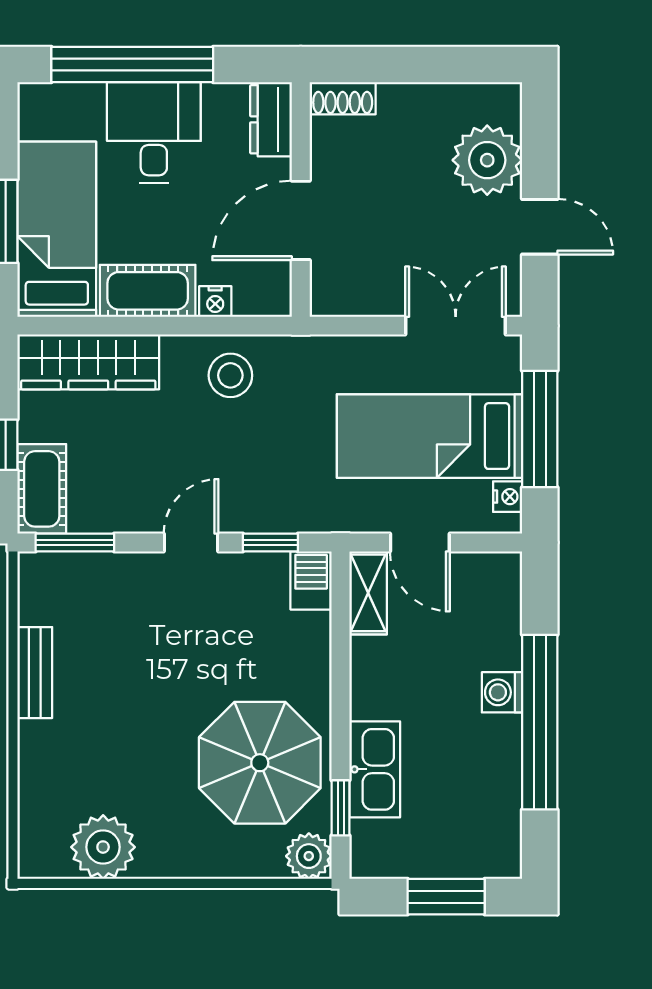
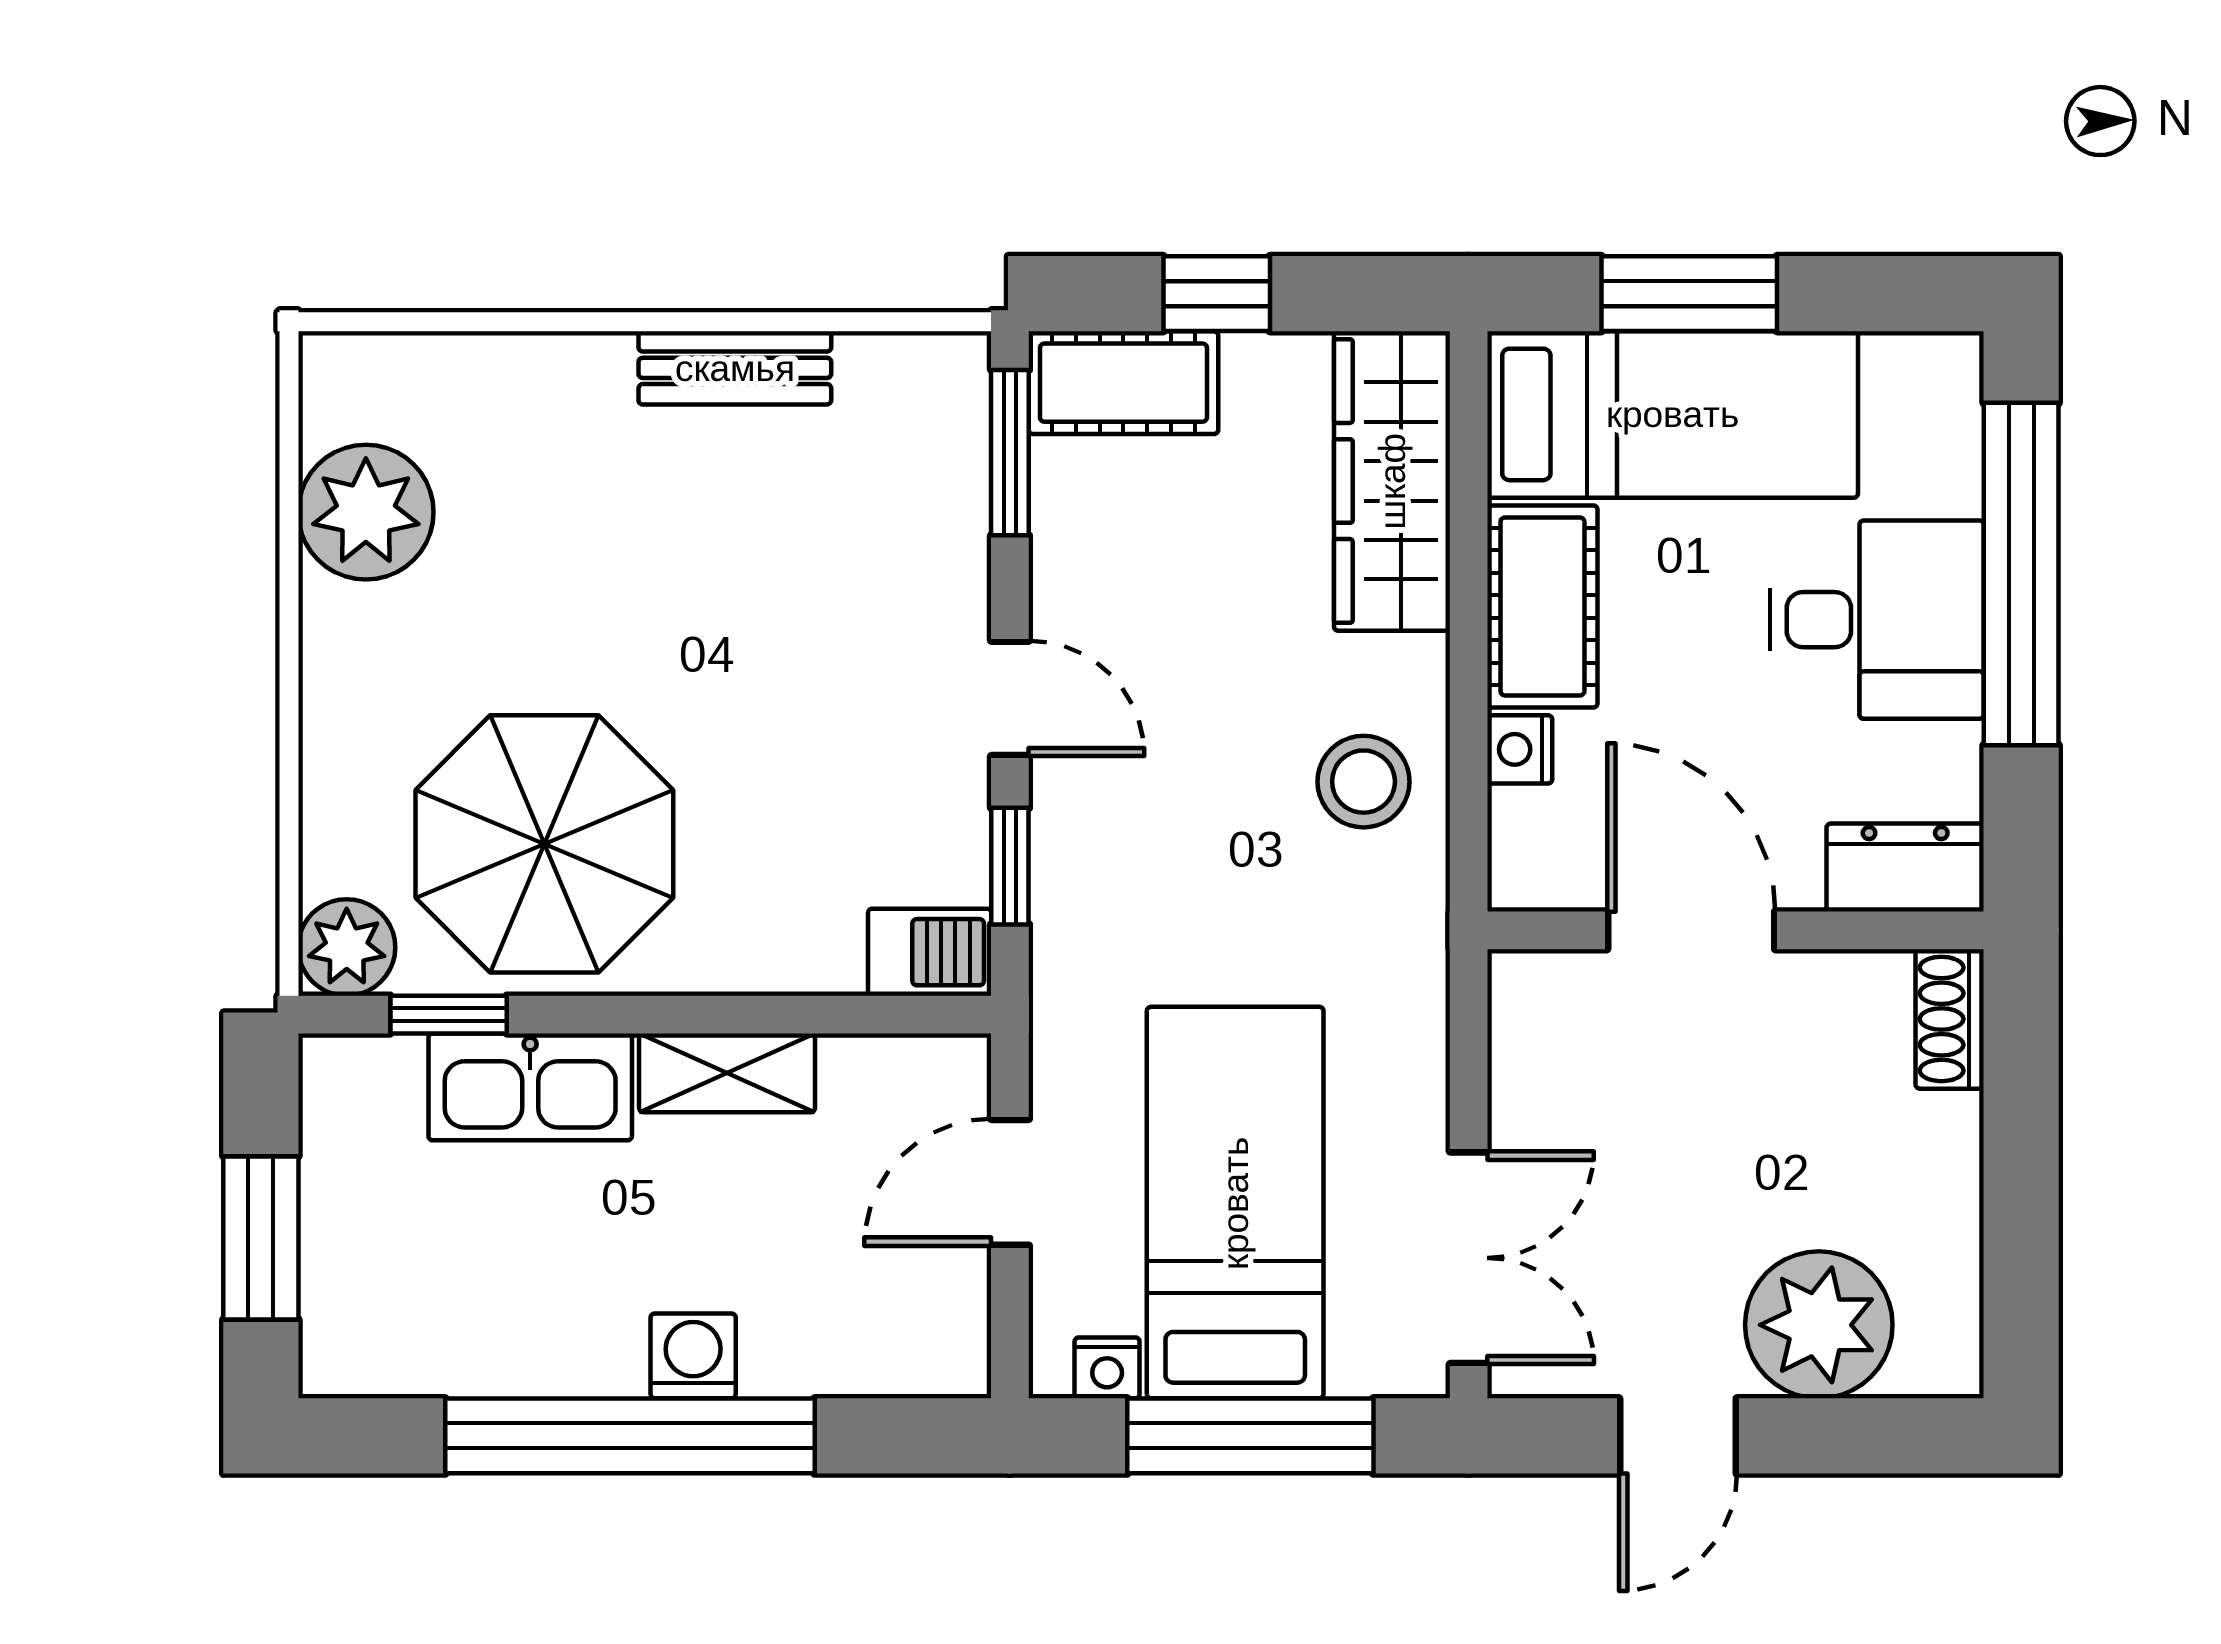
shelving: (368, 593) -> (727, 1073), moved

